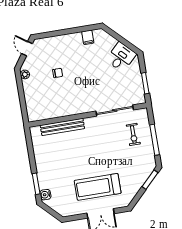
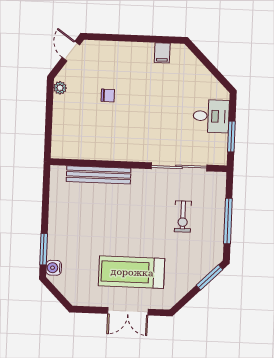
desk: (121, 57) -> (211, 116), moved, turned 45
exercise bike: (133, 134) -> (183, 217), moved

